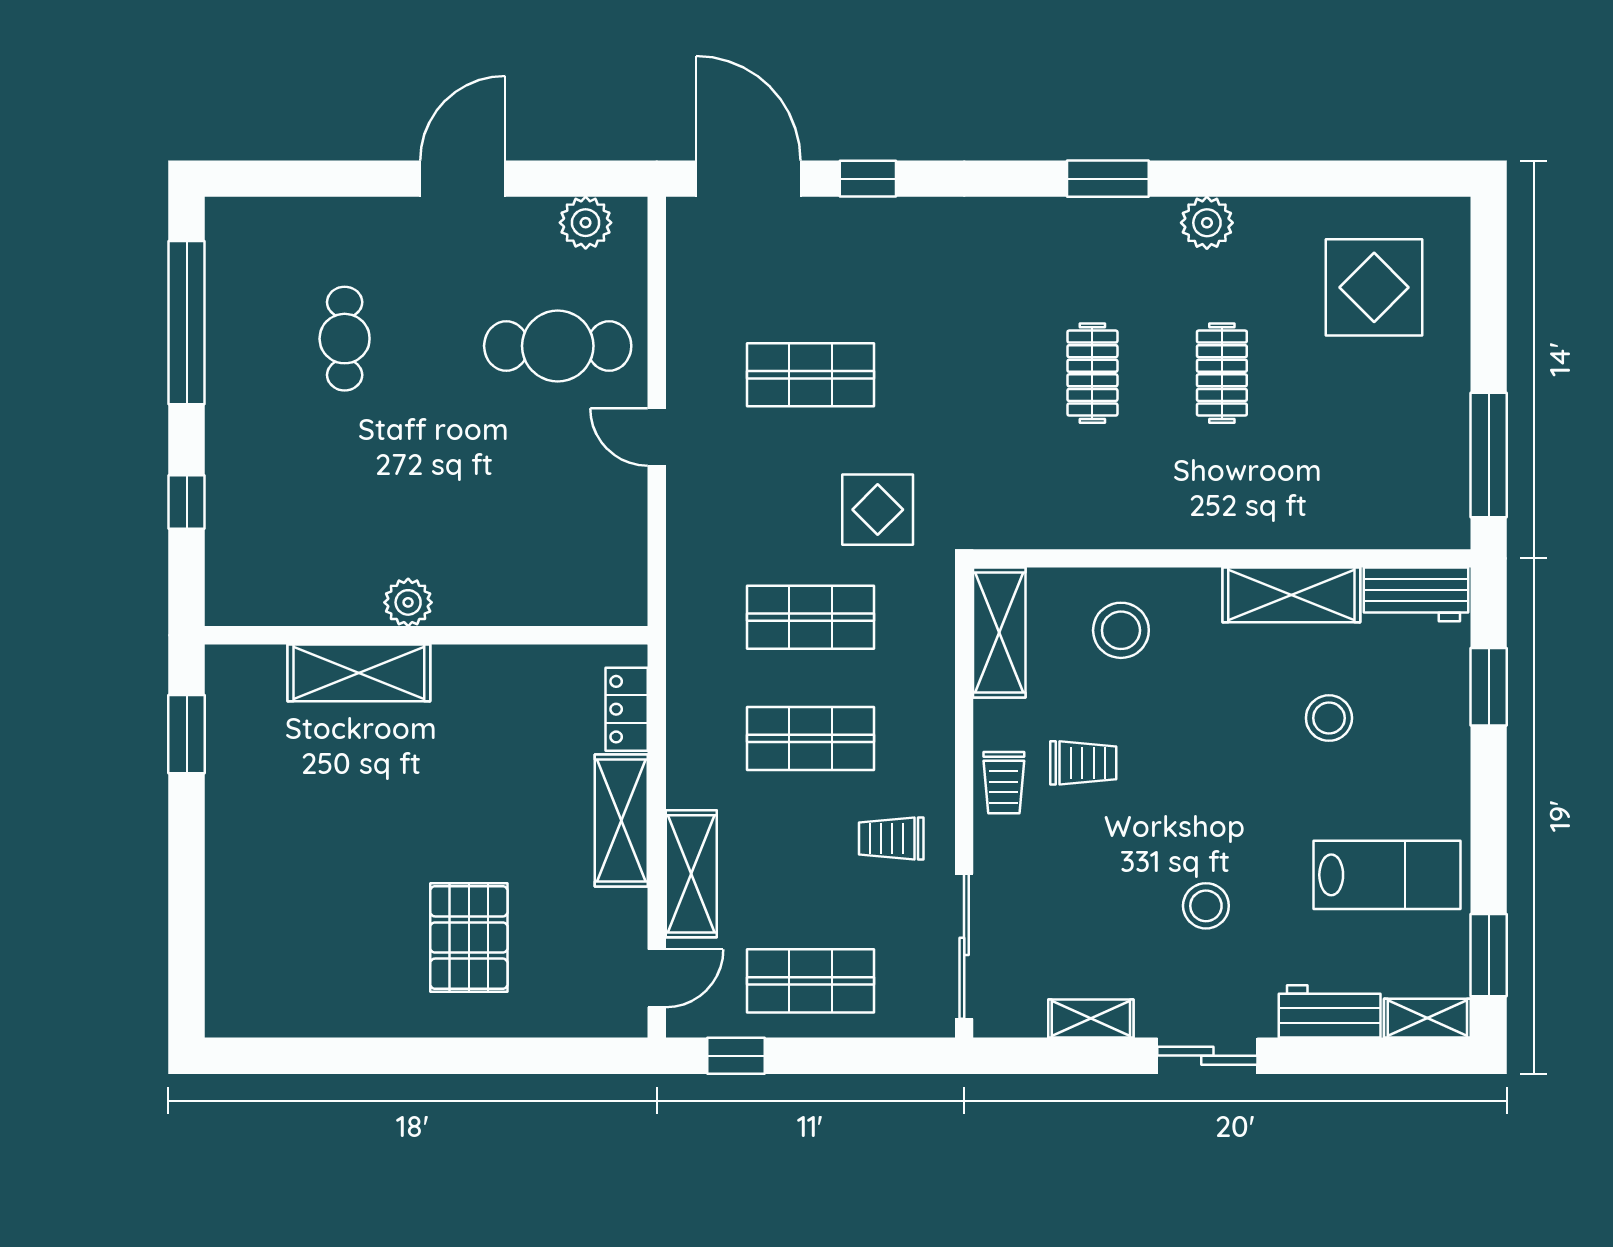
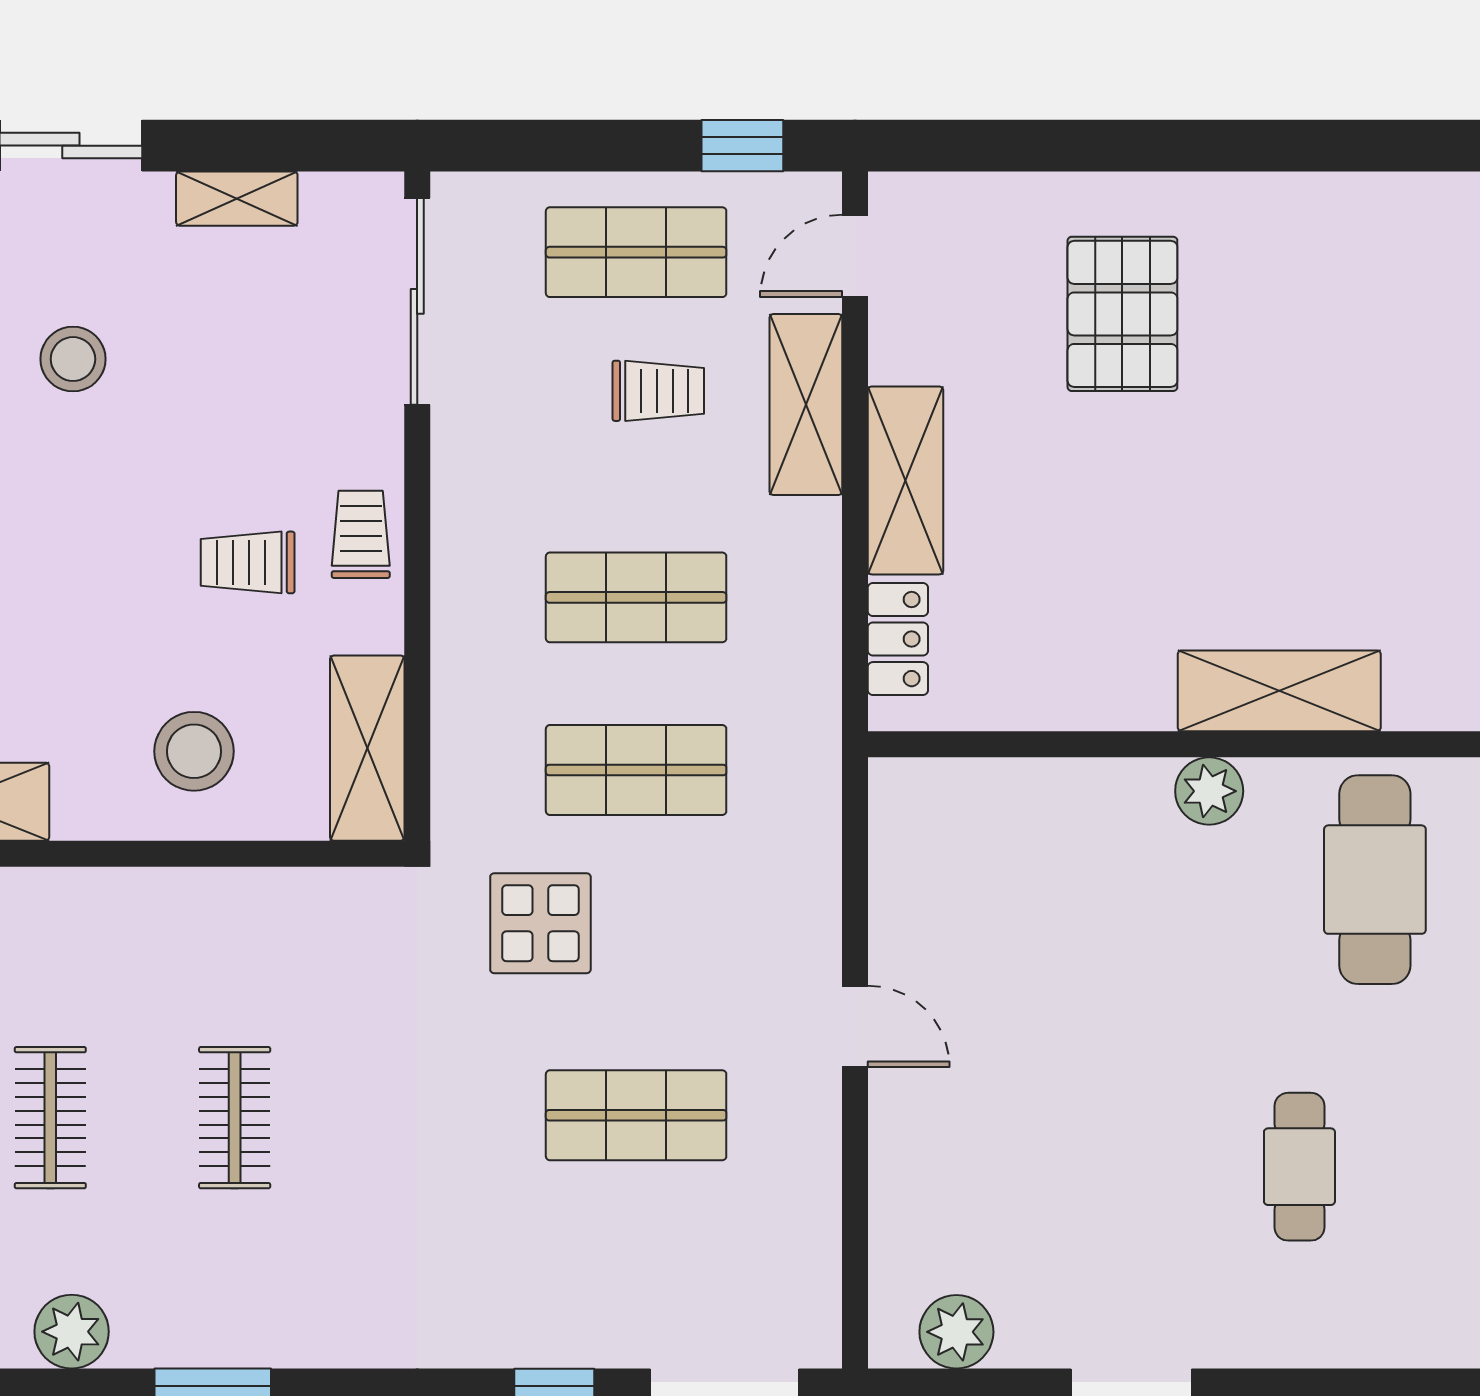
cafe table: (558, 346) -> (1375, 880), moved, turned 90
trolley: (891, 838) -> (658, 391), moved

